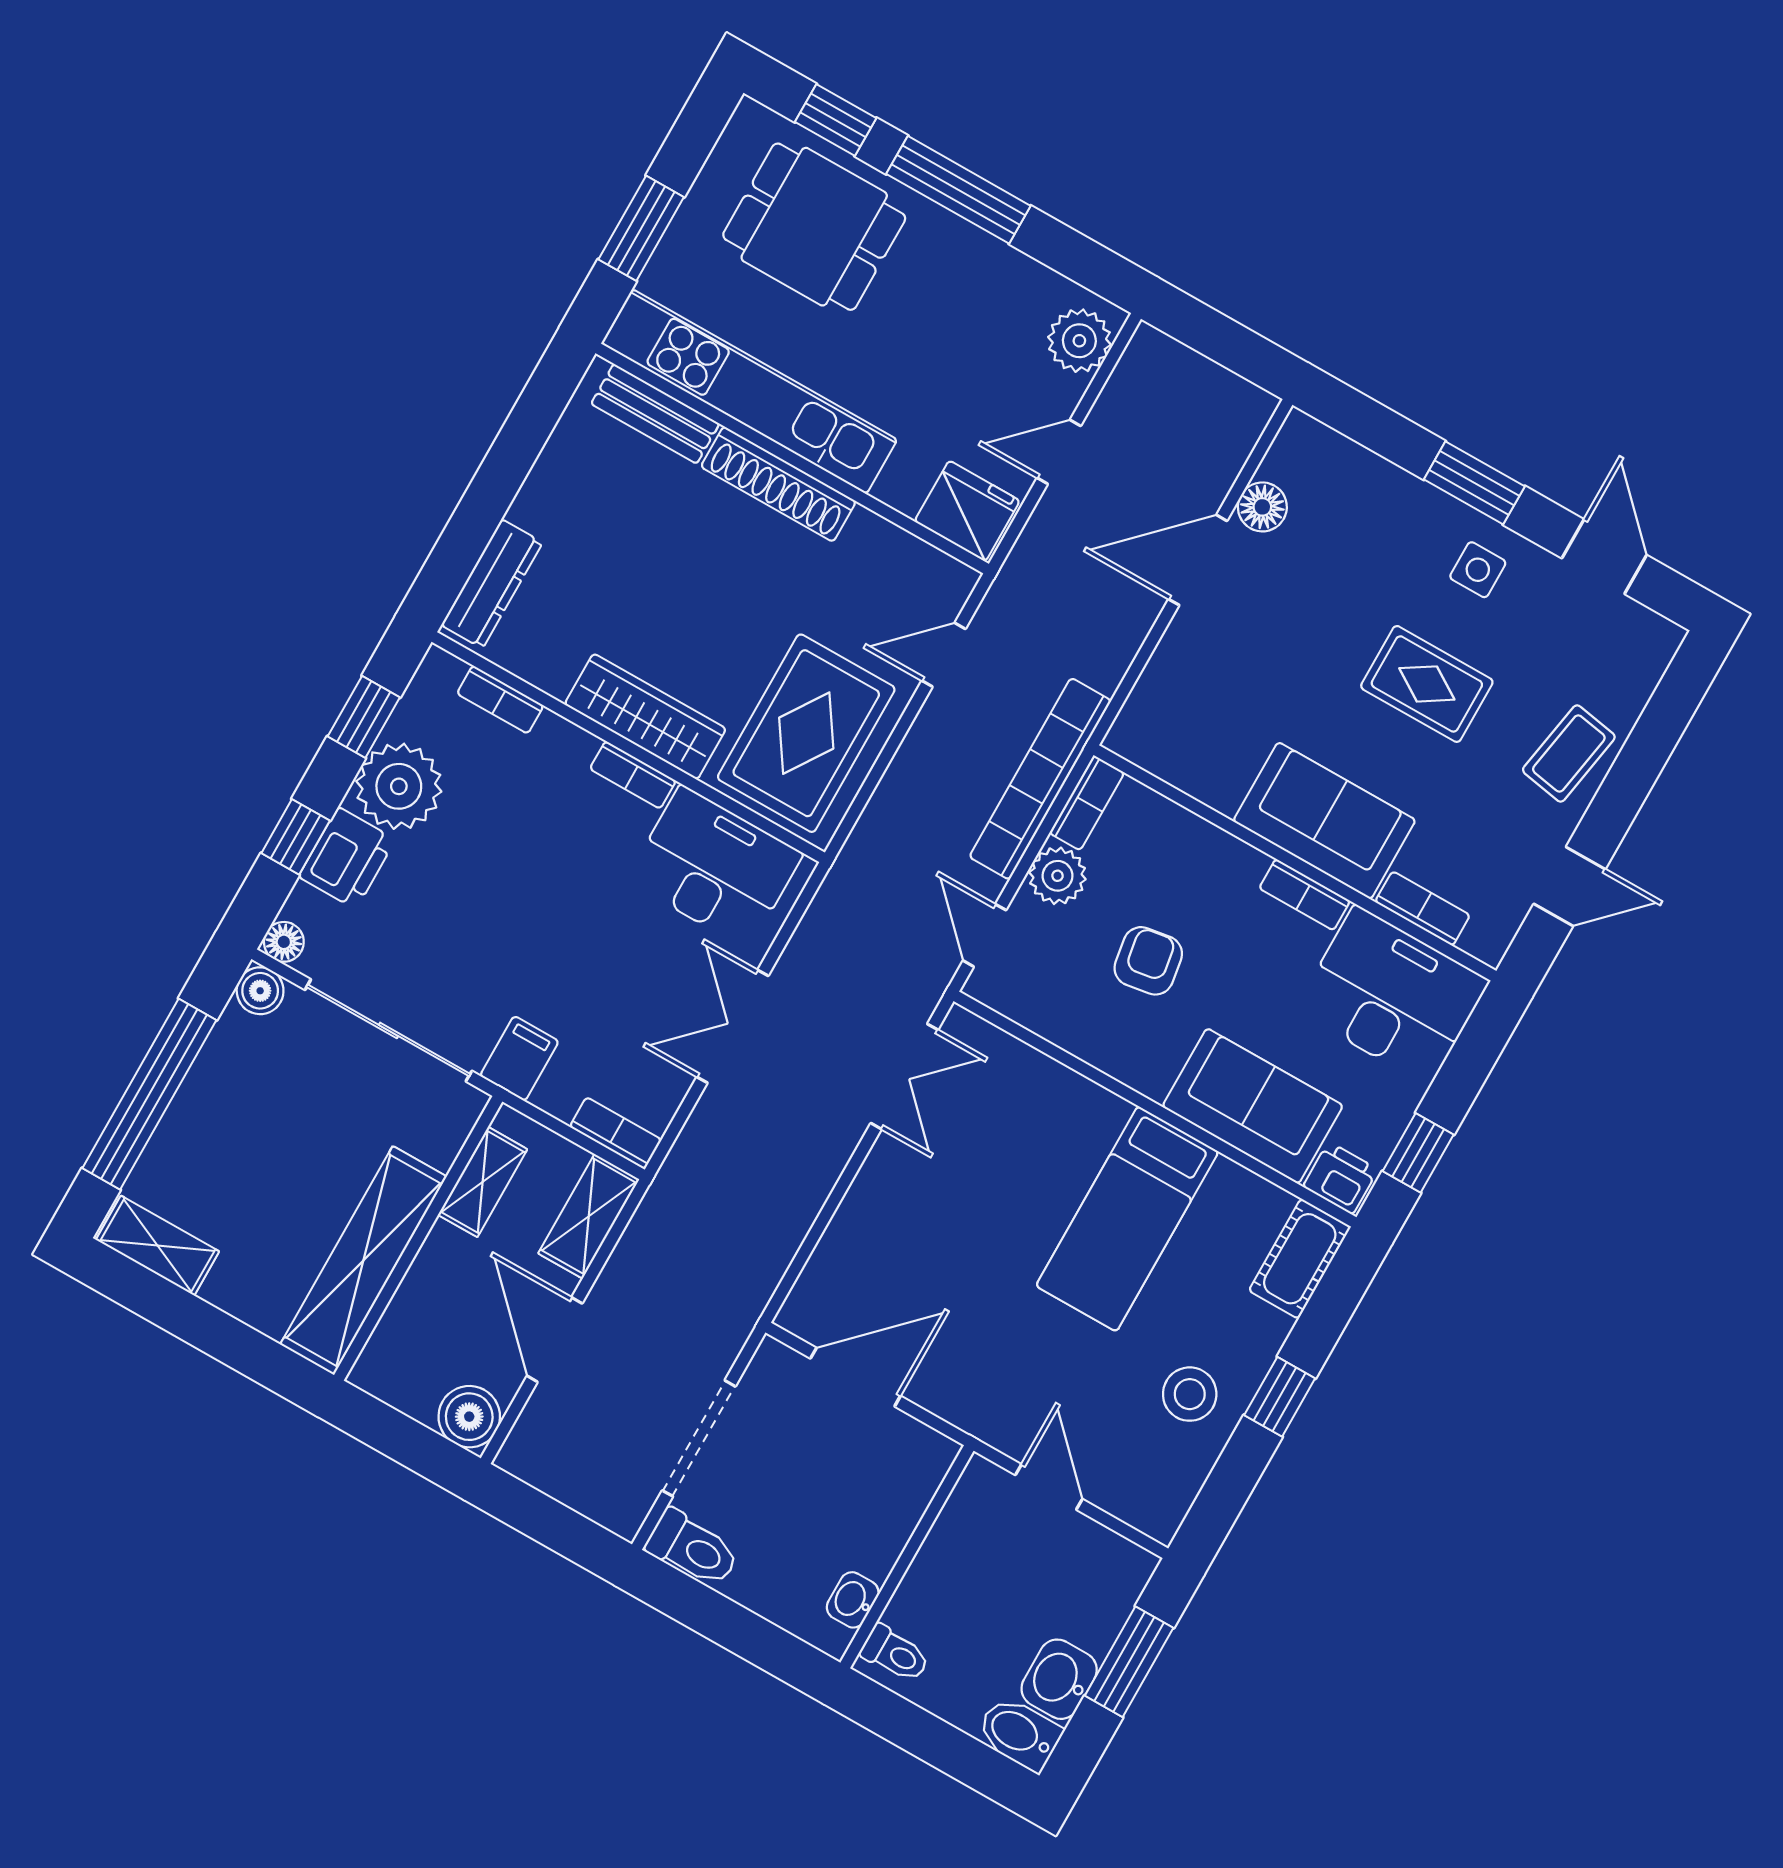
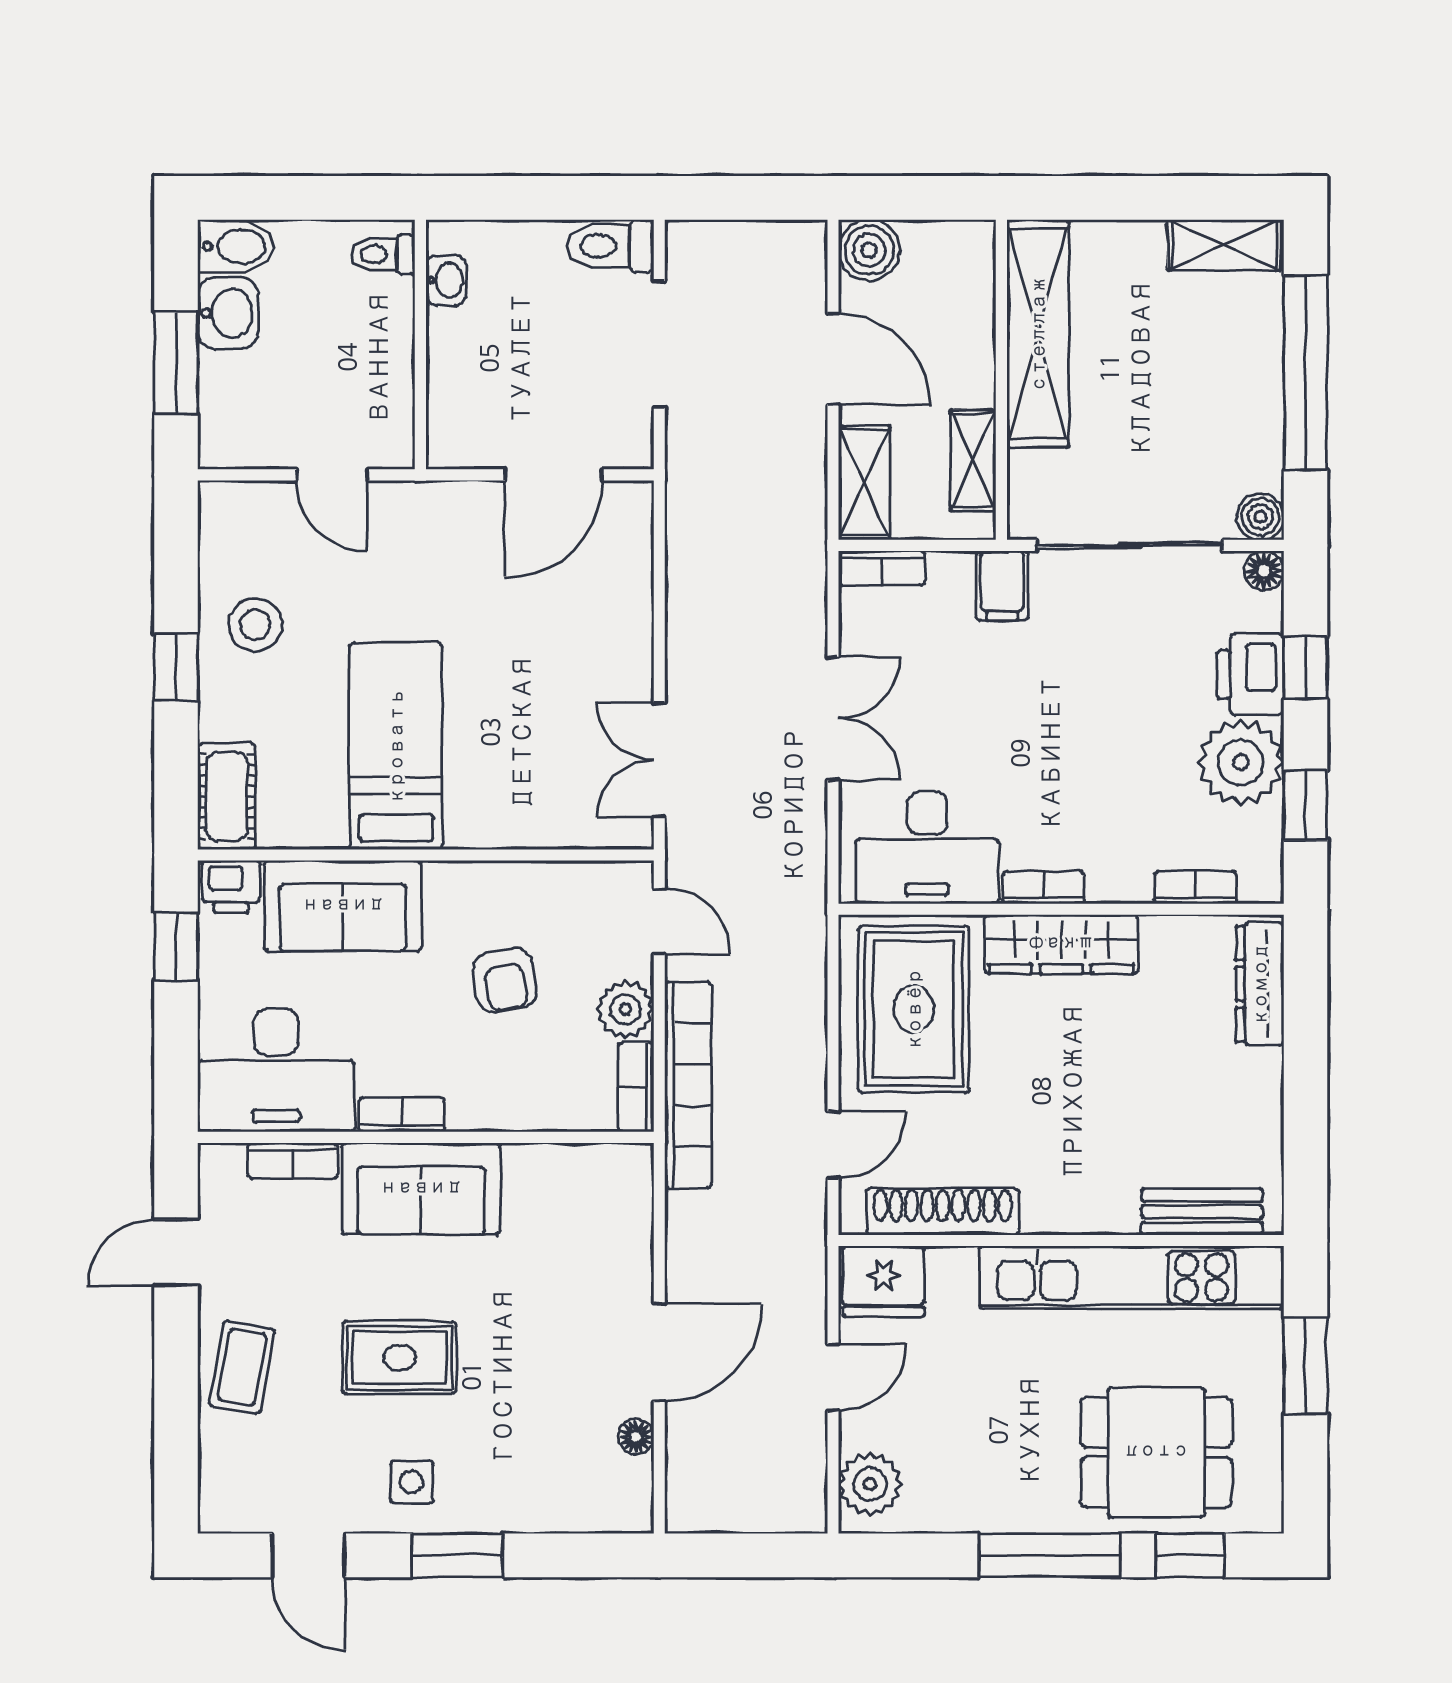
shoe rack: (778, 484) -> (943, 1212), moved
floor lamp: (1262, 507) -> (636, 1437), width x0.73, depth x0.73

